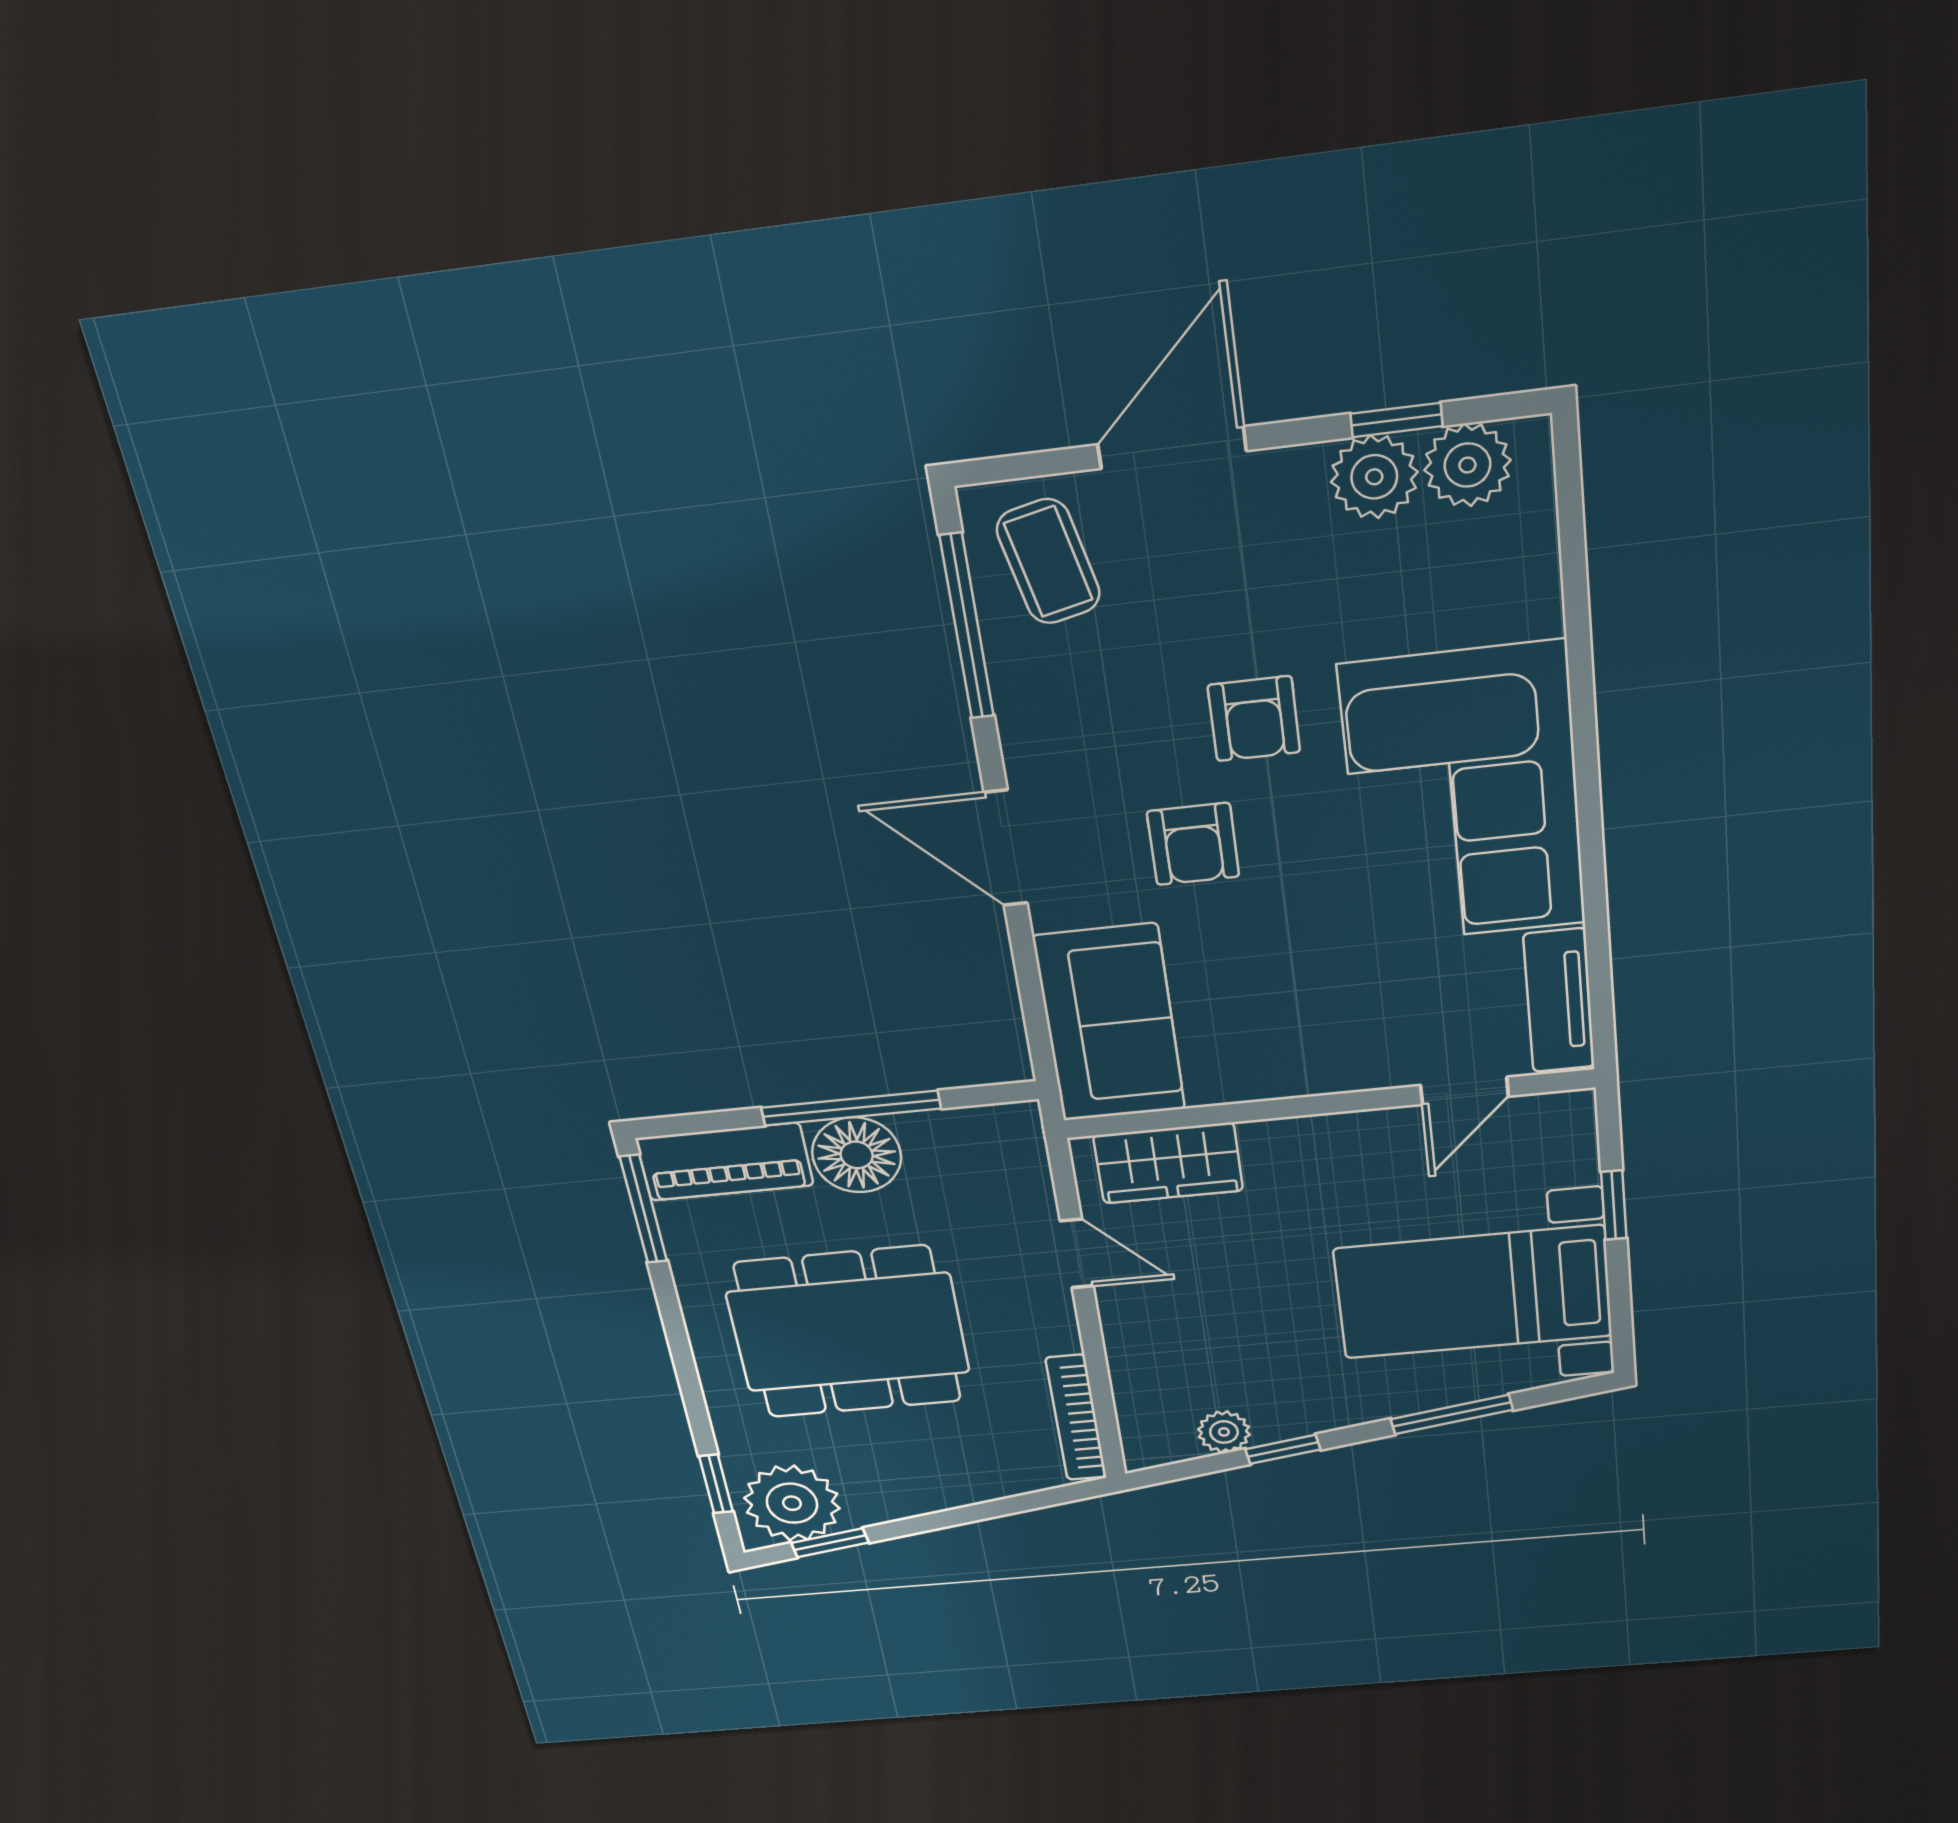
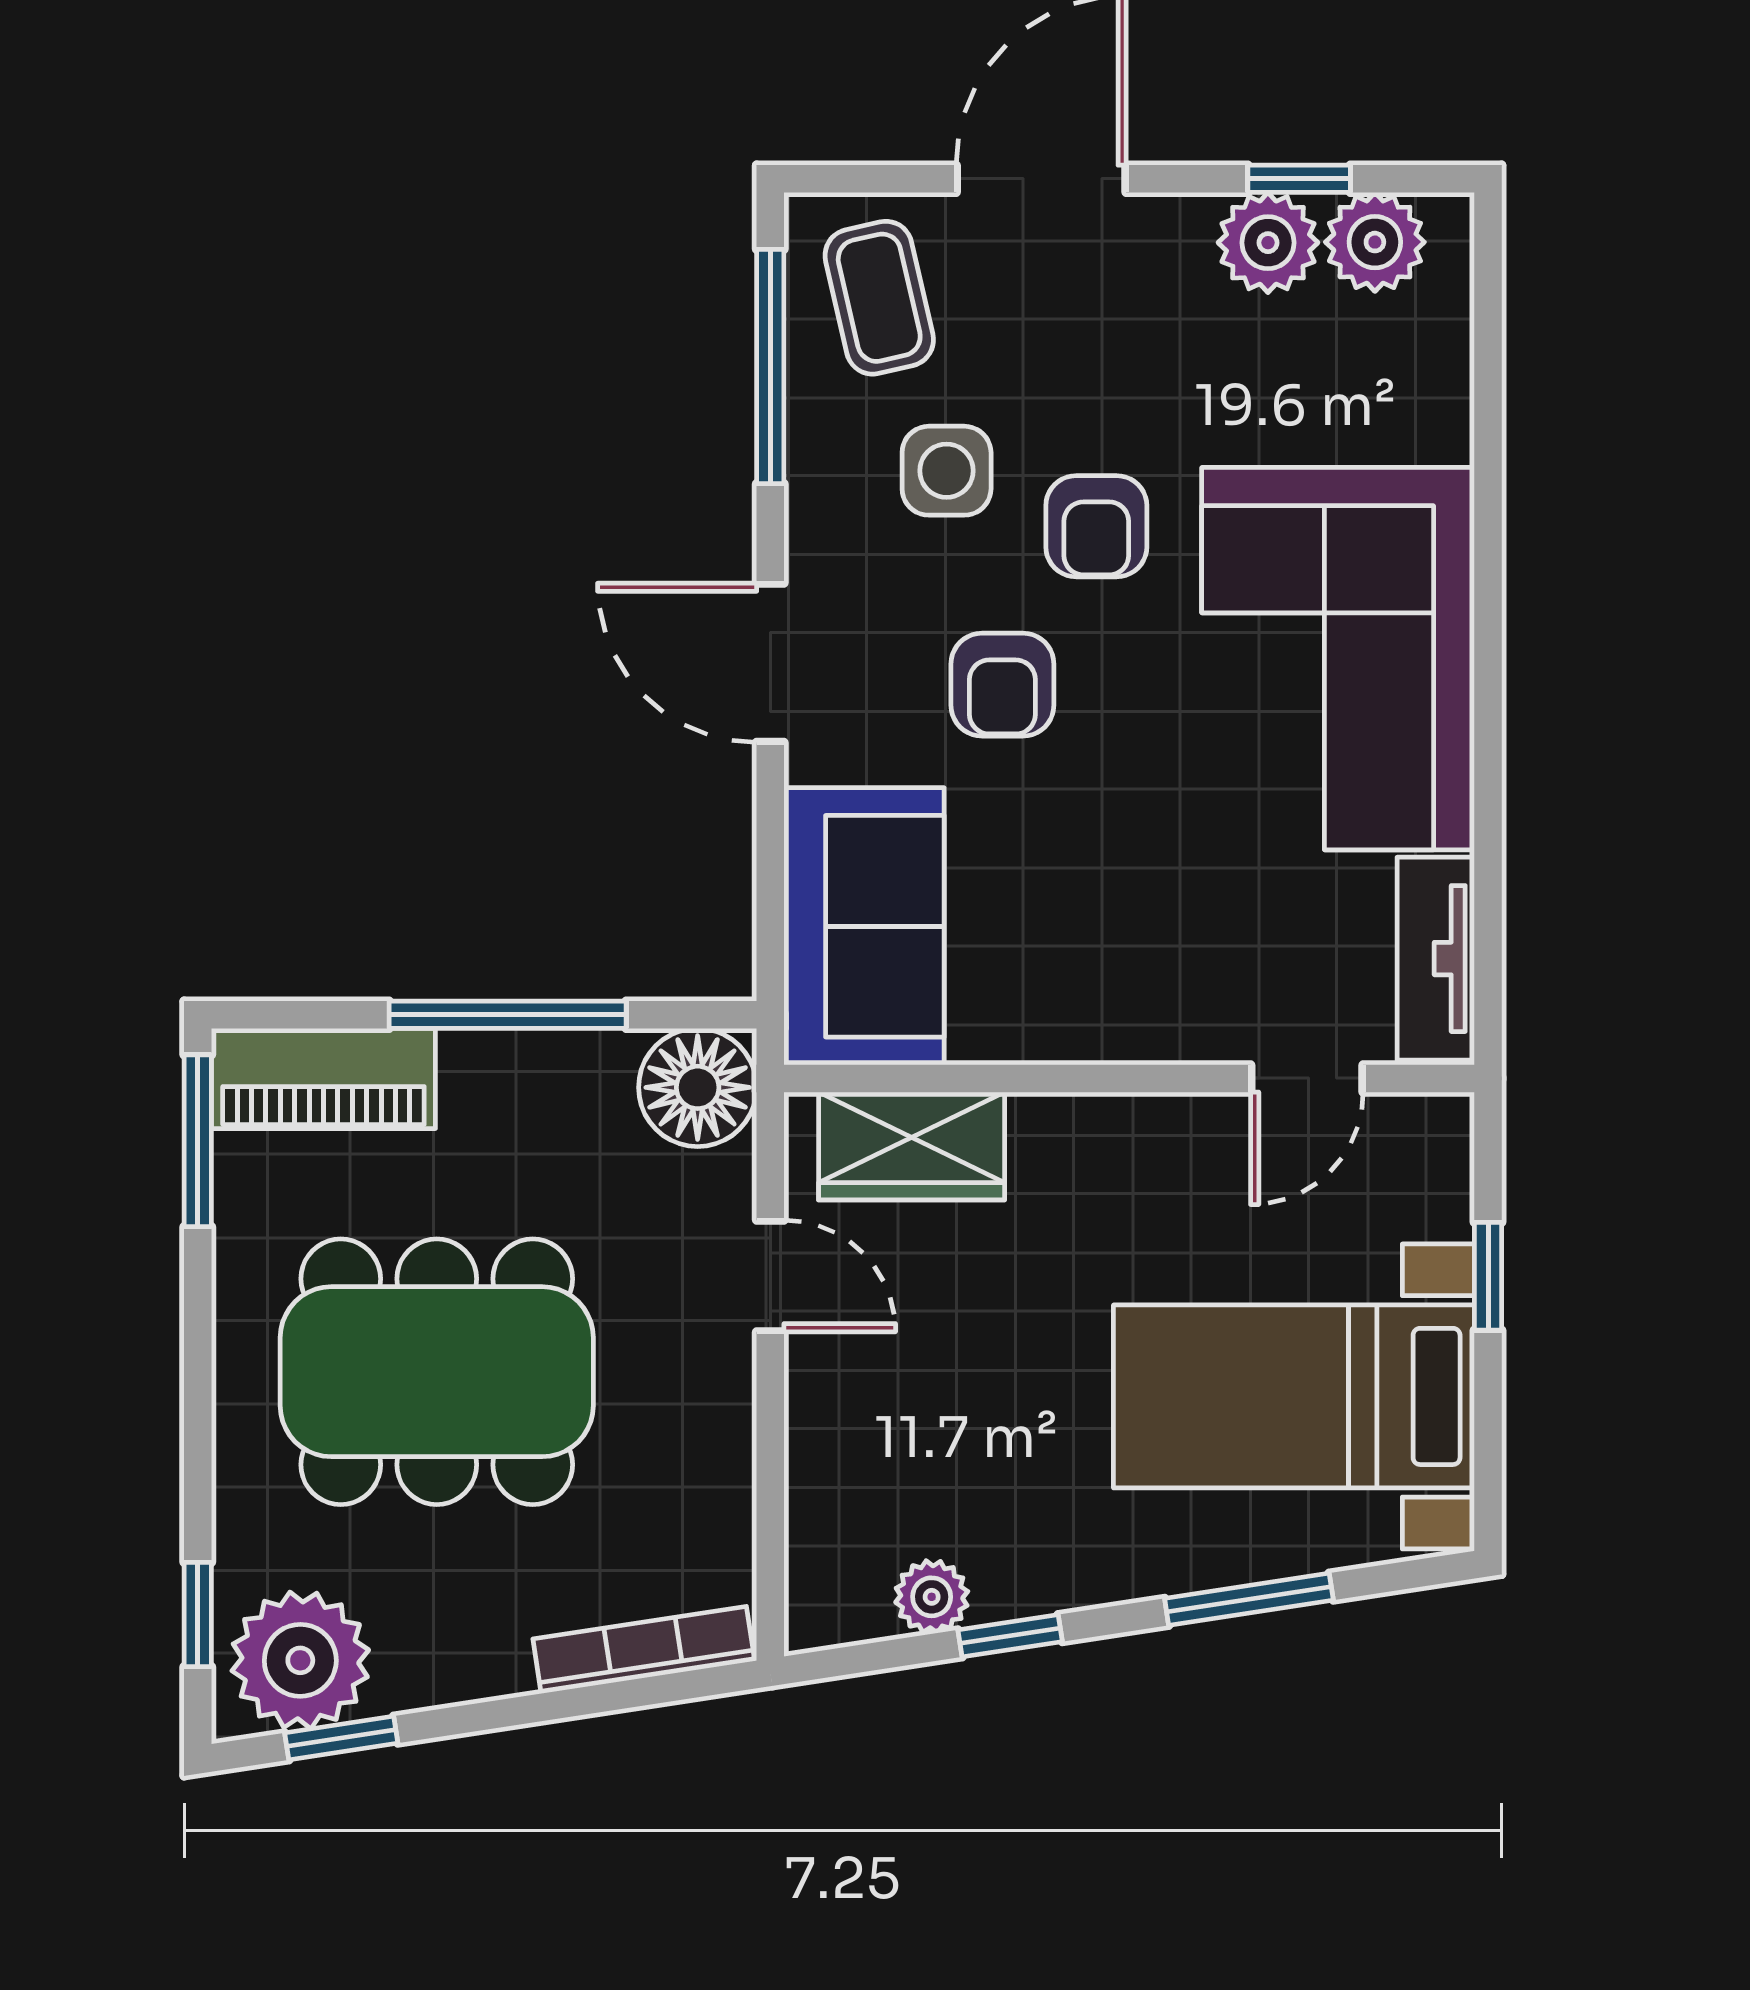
side table: (1125, 690) -> (947, 471), added
floor lamp: (857, 1155) -> (698, 1087), moved
bookcase: (1076, 1418) -> (644, 1650), moved, turned 81

